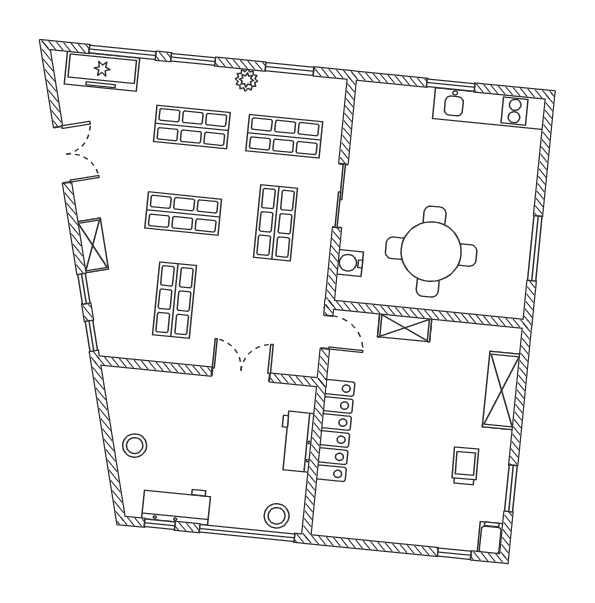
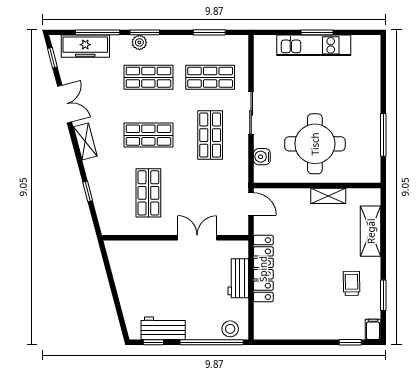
plant: (247, 80) -> (139, 42), moved
kitchen unit: (489, 109) -> (314, 45), moved
shelving: (93, 245) -> (85, 141), moved
shelving: (405, 328) -> (328, 196), moved
window: (91, 336) -> (52, 58), moved
stool: (135, 446) -> (132, 292), removed

